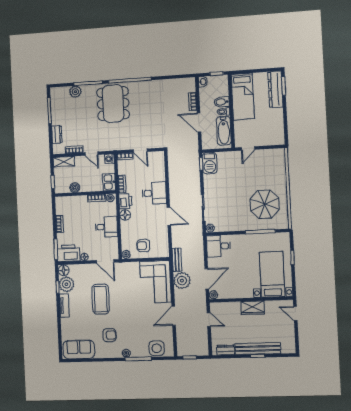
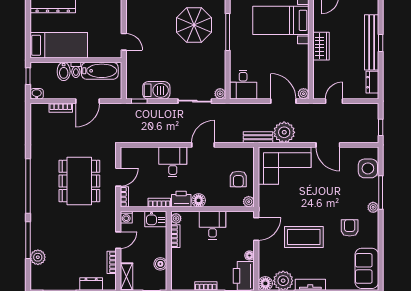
dining table: (113, 104) -> (79, 181), moved, turned 90
barbecue: (210, 163) -> (156, 90), moved

